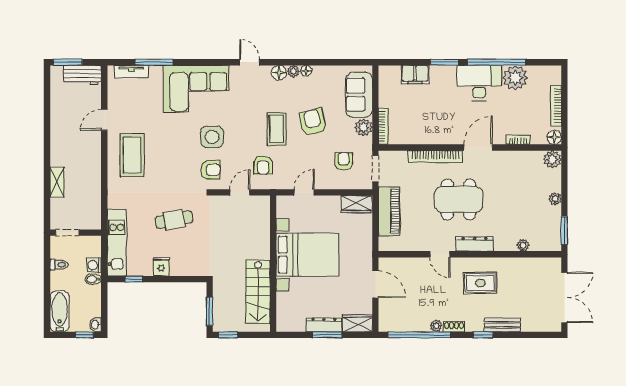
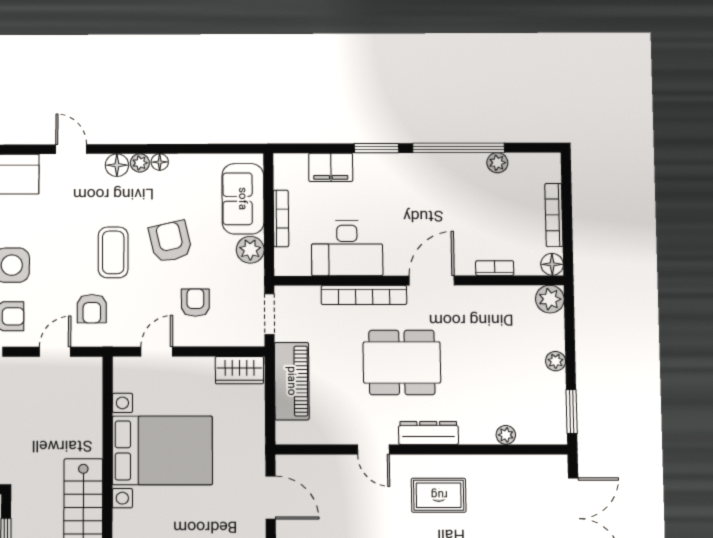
plant: (515, 78) -> (497, 163), width x0.53, depth x0.53
desk: (479, 83) -> (347, 248), moved, turned 180
bookcase: (383, 126) -> (281, 218), moved
armchair: (344, 161) -> (195, 303), moved

